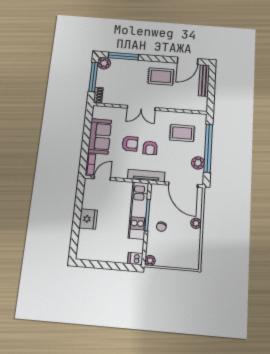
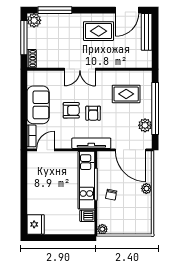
fridge: (88, 219) -> (36, 224), moved
dishwasher: (135, 259) -> (87, 216), moved

